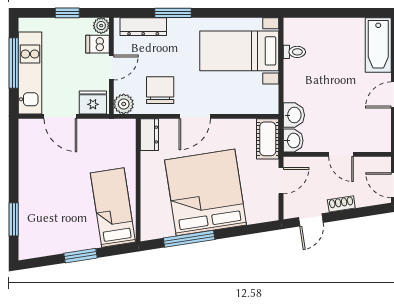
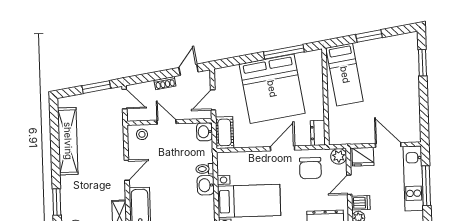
toilet: (294, 52) -> (205, 169), moved
washbasin: (294, 115) -> (206, 185), moved
stool: (373, 140) -> (142, 134), added

